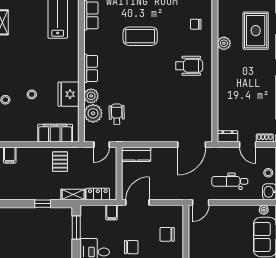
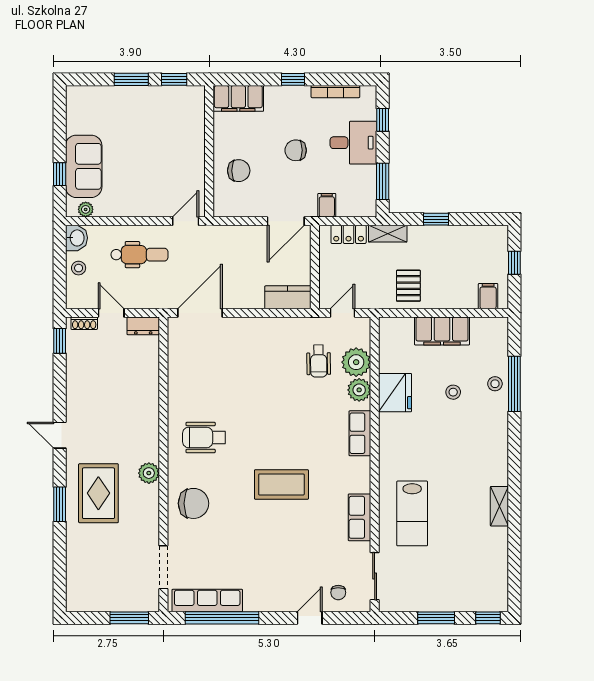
chair: (196, 24) -> (193, 503), width x1.87, depth x1.87
filing cabinet: (55, 133) -> (442, 331), moved

